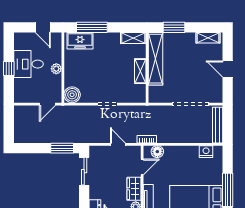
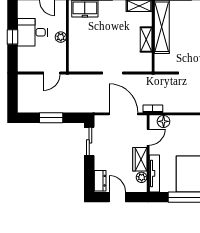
boiler: (72, 95) -> (77, 64), removed
door: (118, 144) -> (123, 114), width x1.87
window: (62, 148) -> (51, 118), moved

